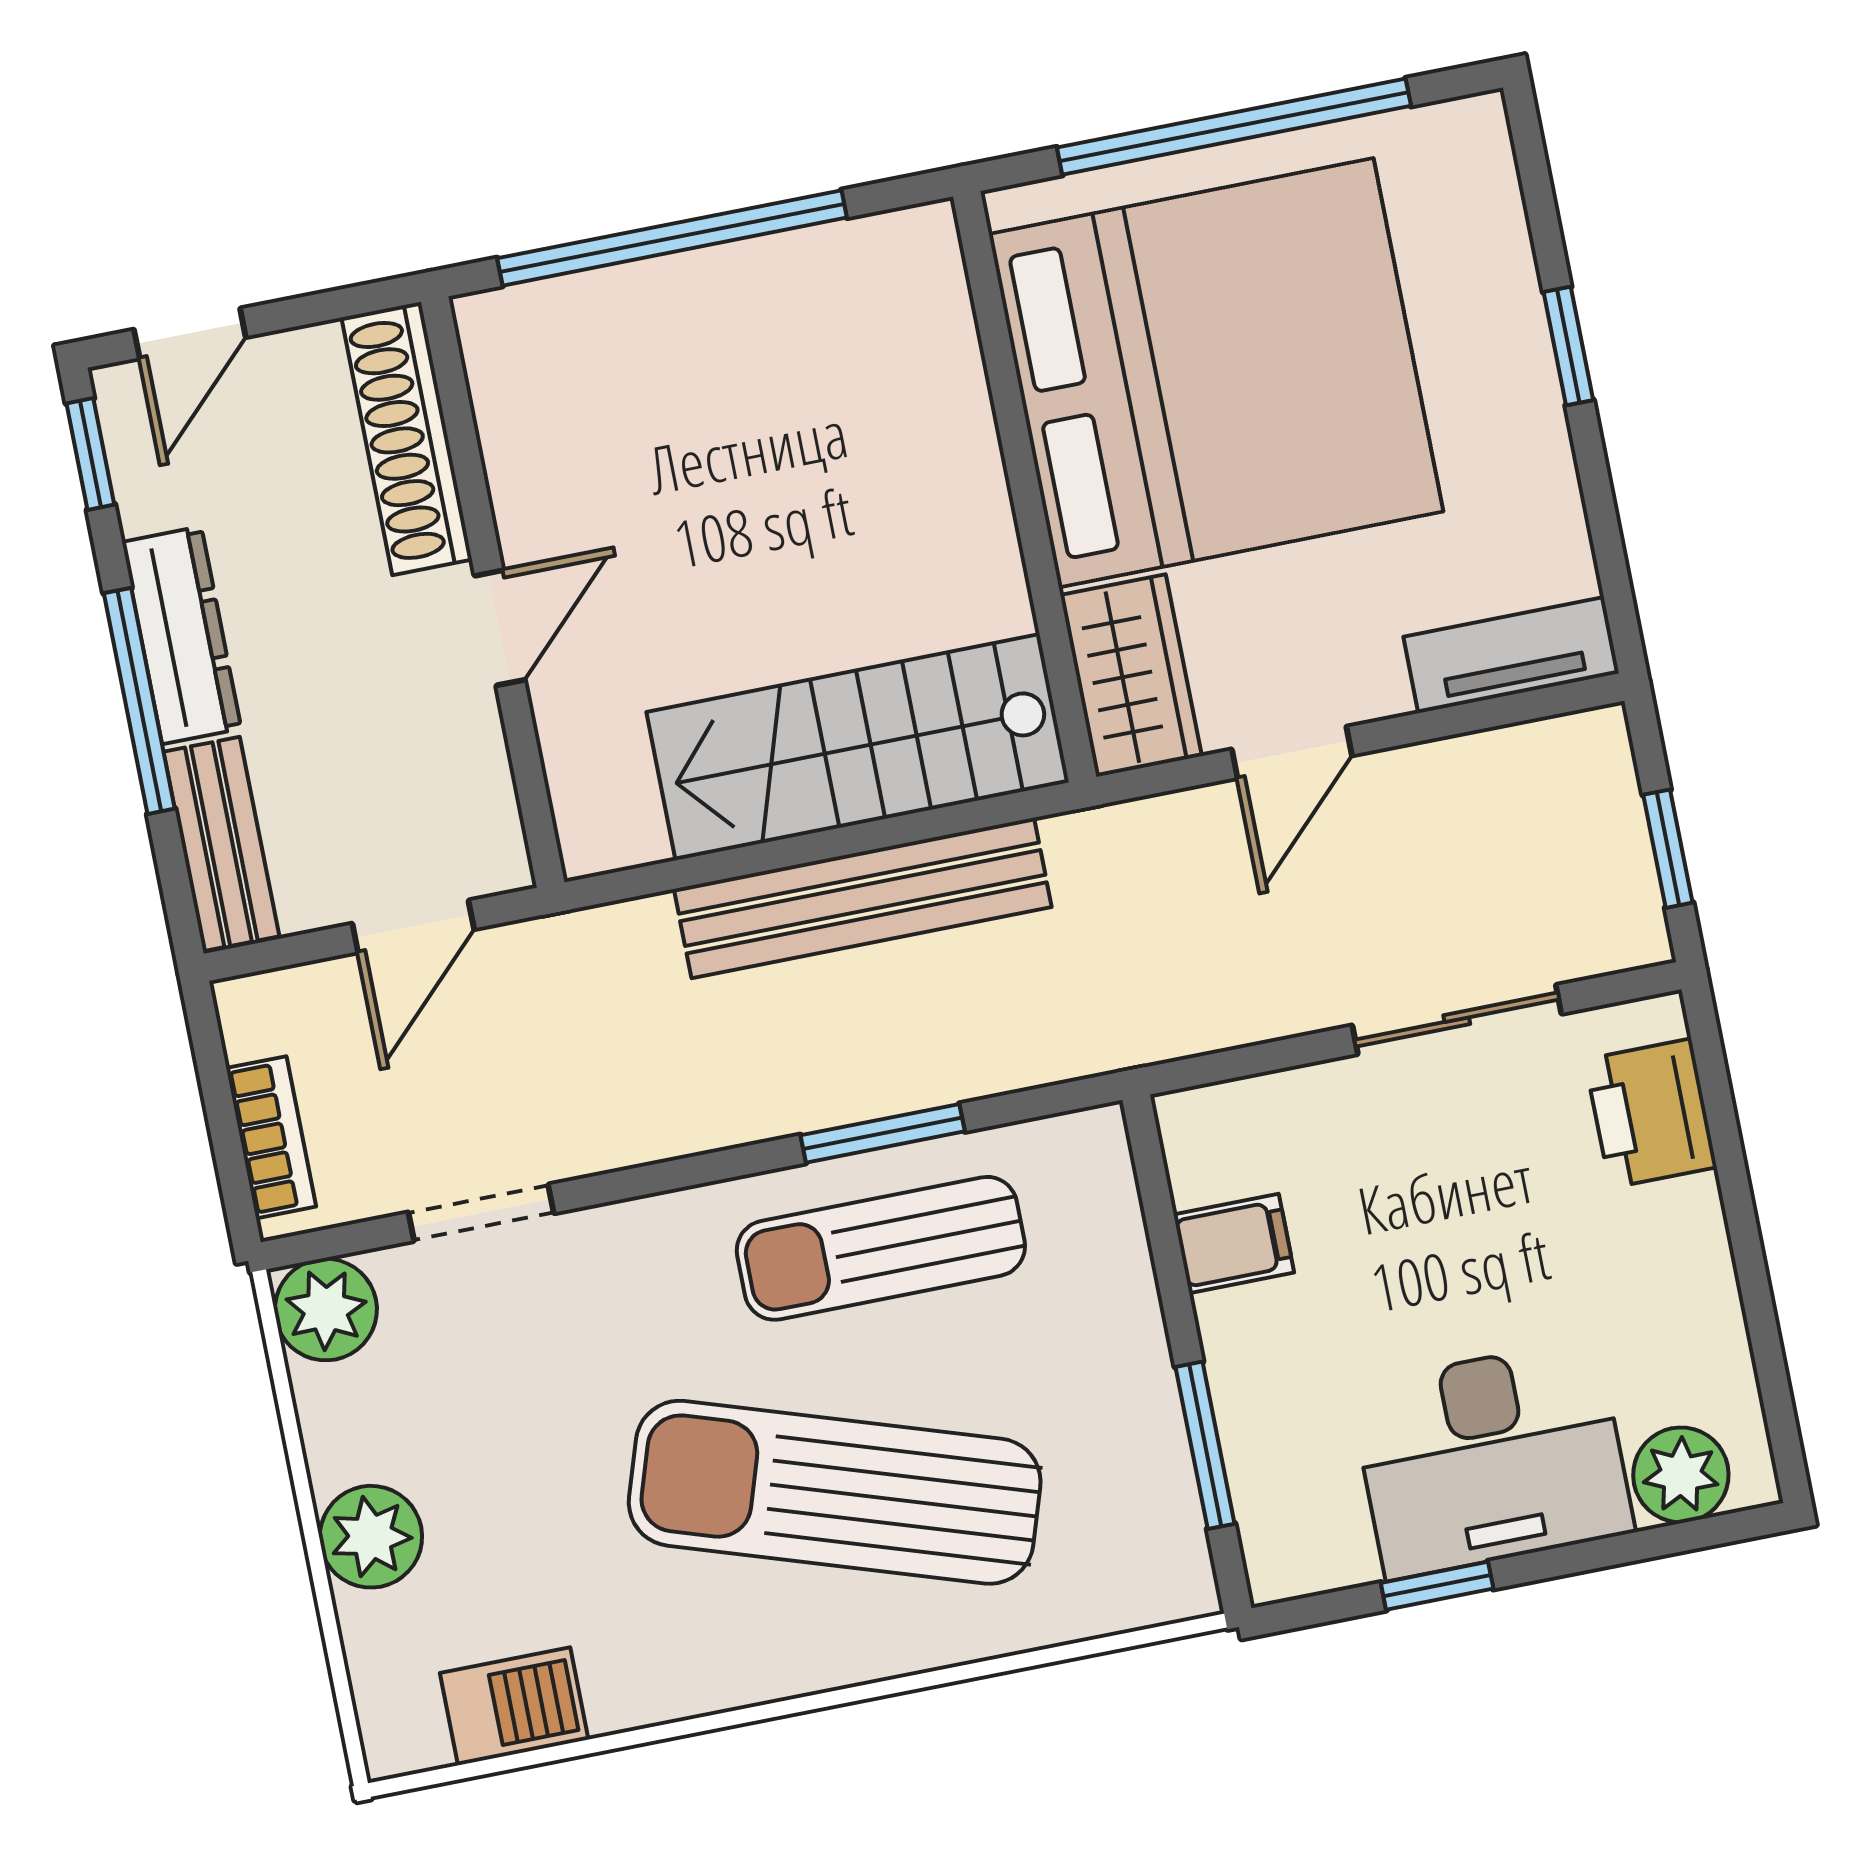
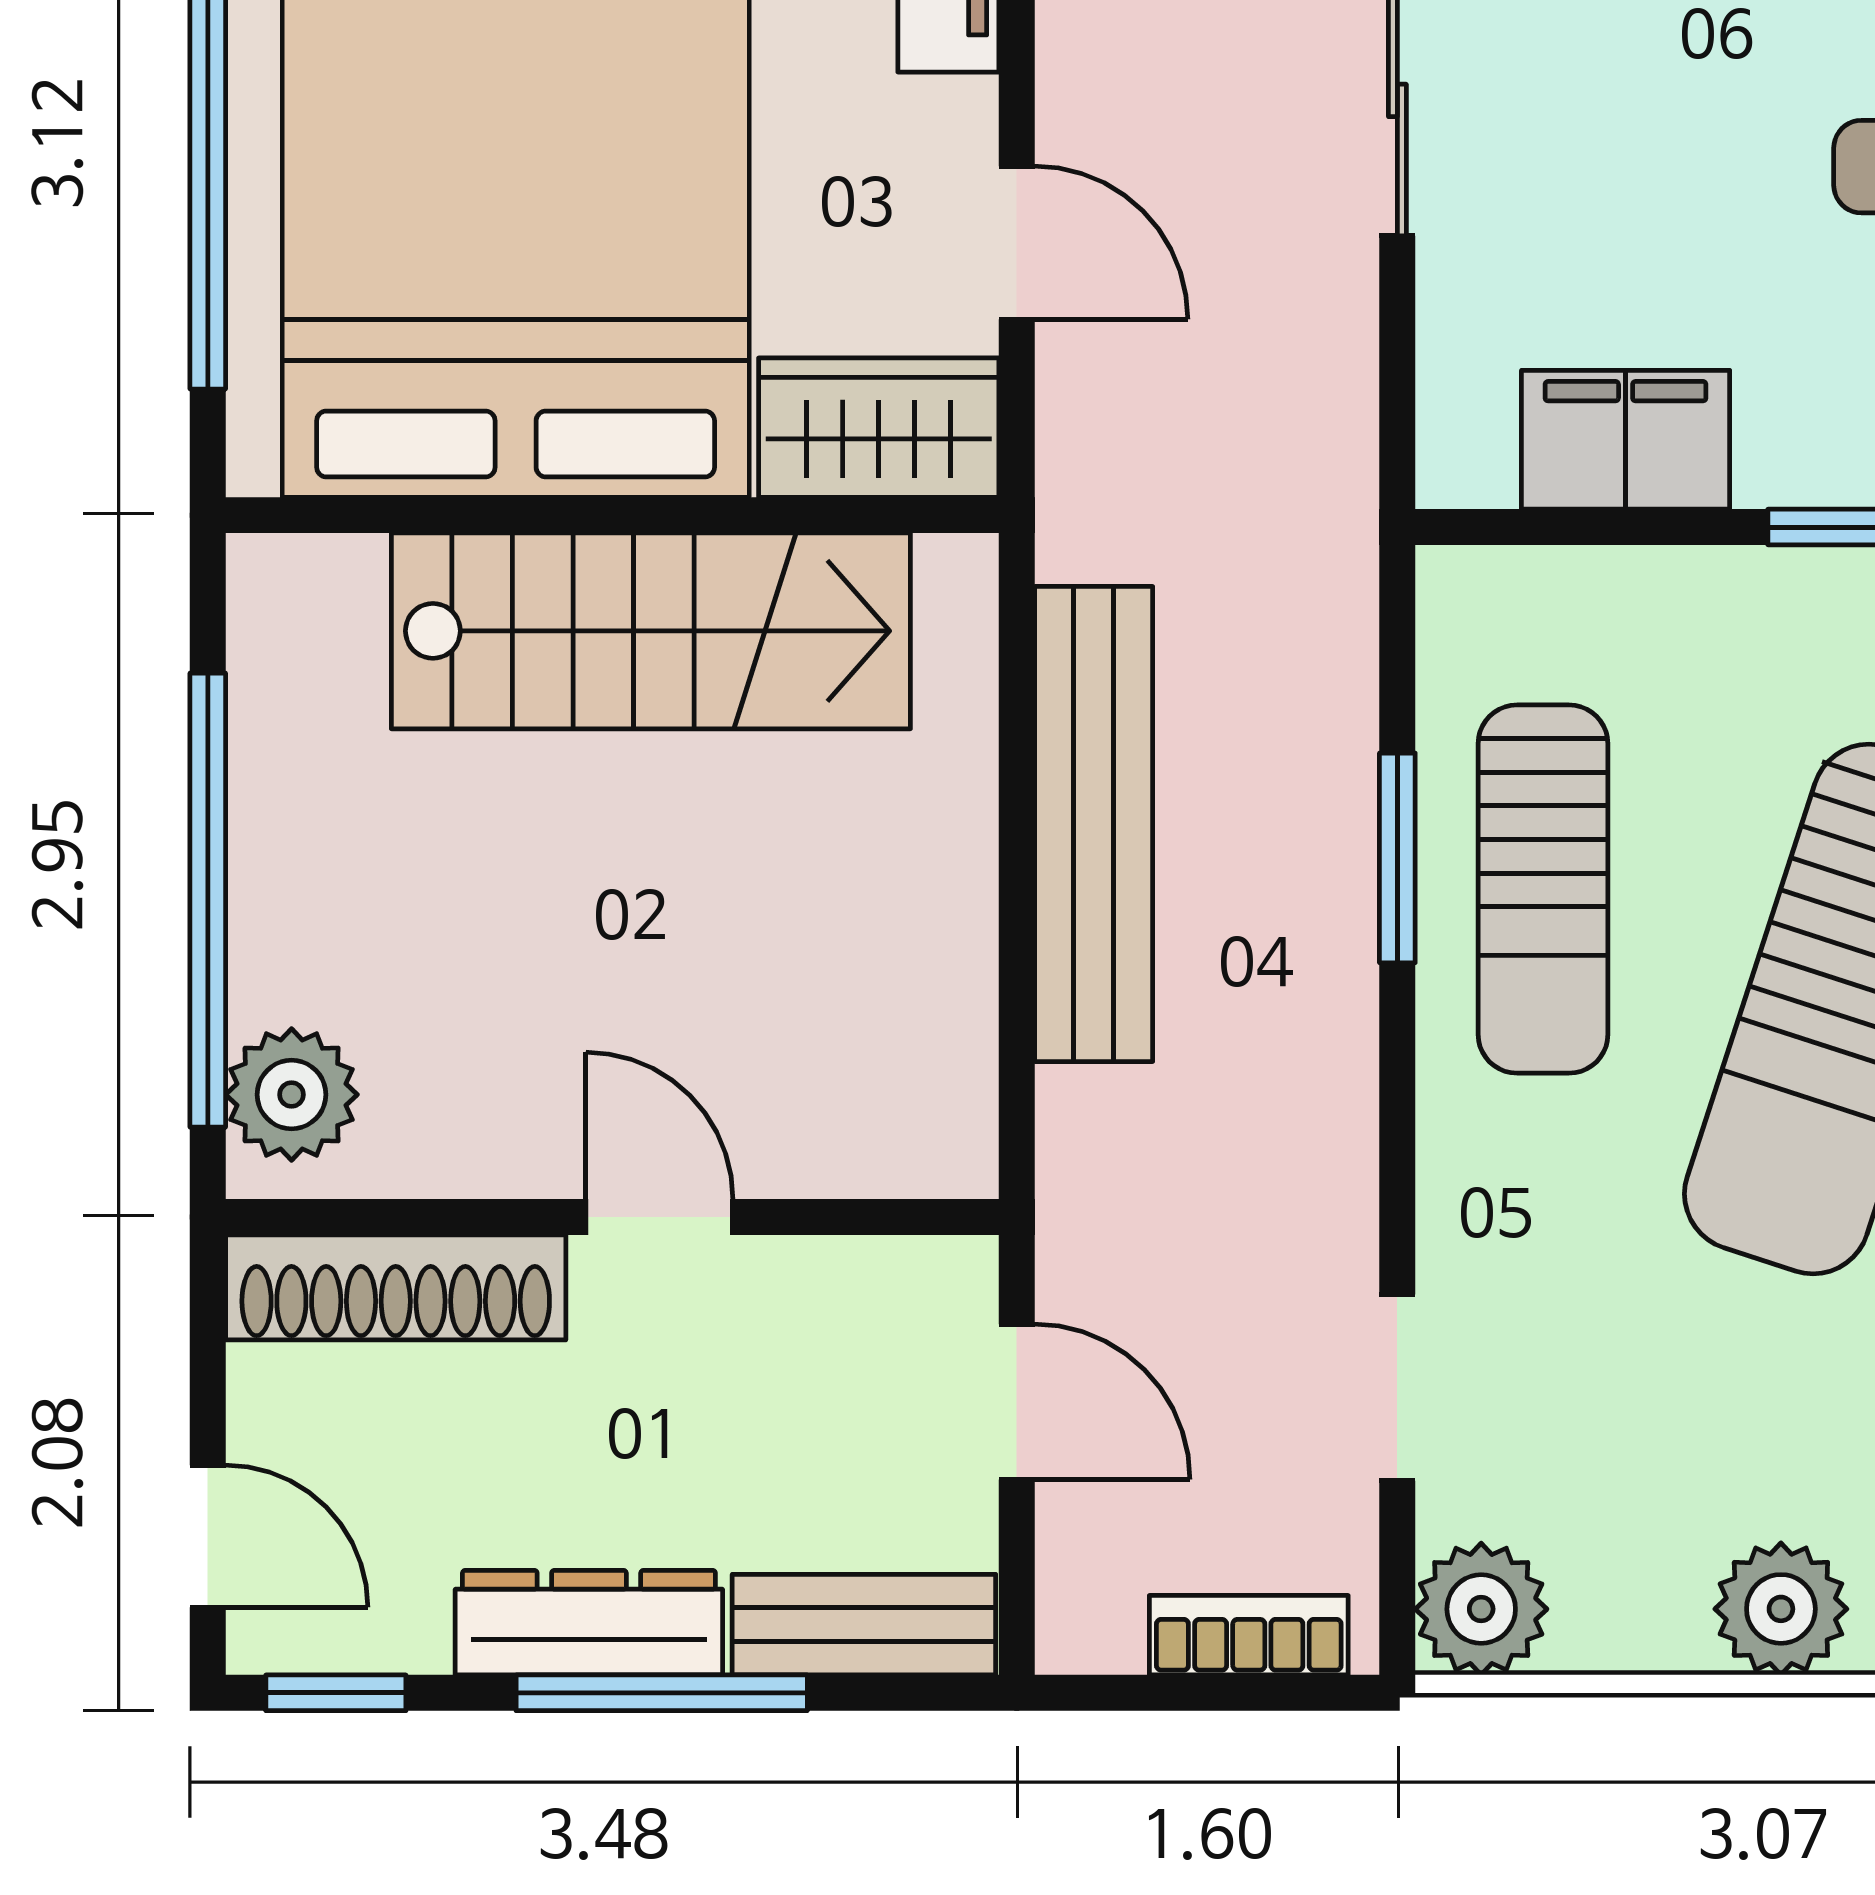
plant: (537, 331) -> (292, 1095), added
stairs: (858, 747) -> (651, 631), moved, turned -90
filing cabinet: (1234, 1243) -> (1626, 440), width x2.00

